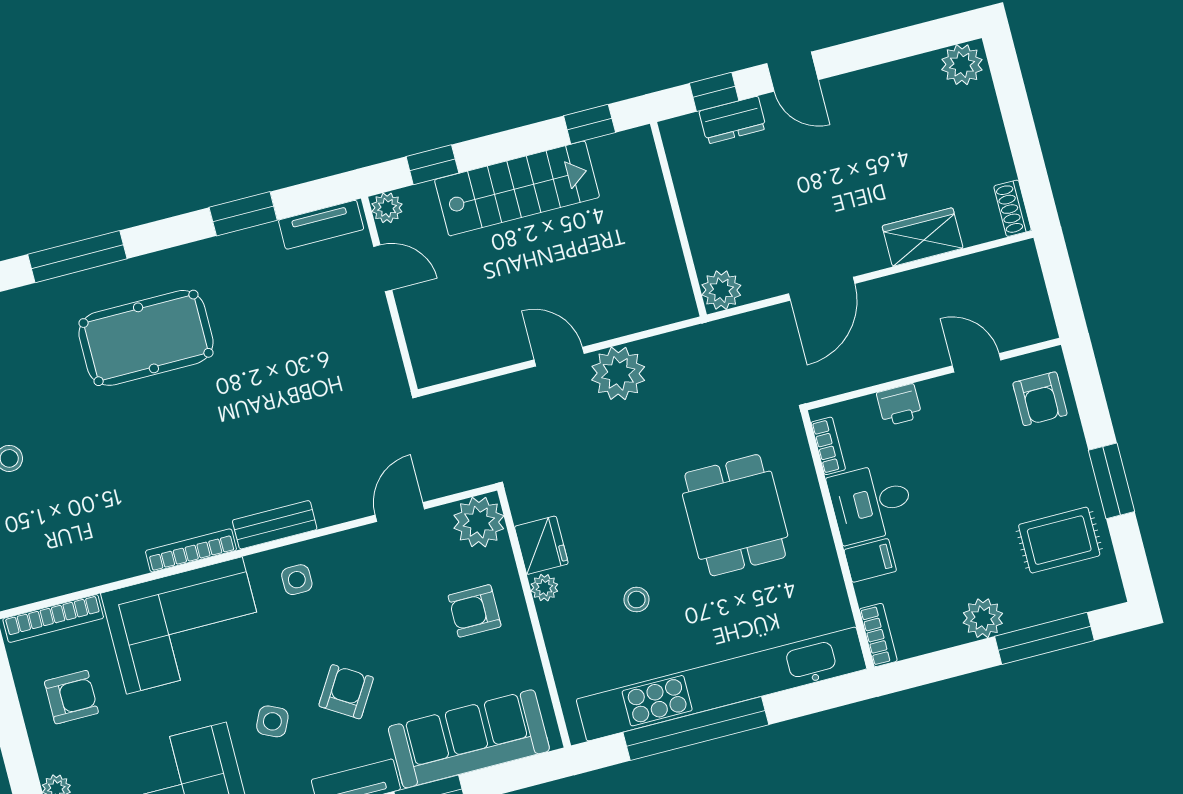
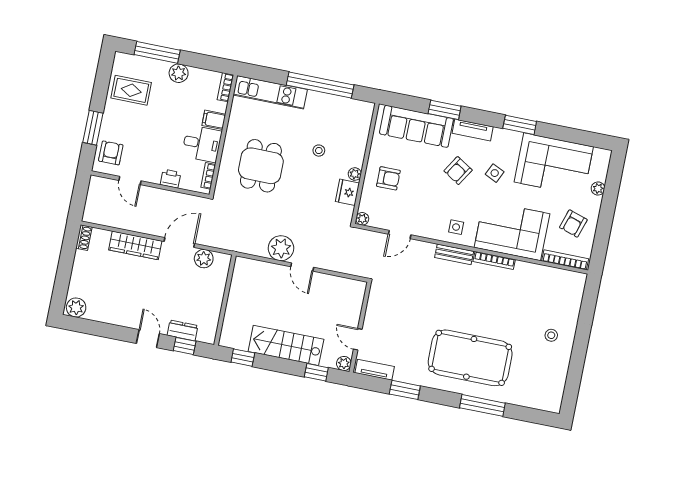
wardrobe: (923, 237) -> (135, 245), width x1.50
plant: (721, 290) -> (204, 259), moved
pool table: (146, 338) -> (470, 358), width x1.36, depth x1.32
window: (1111, 481) -> (93, 128), moved
plant: (479, 522) -> (362, 219), width x0.53, depth x0.53
kitchen unit: (722, 684) -> (270, 92), width x0.54
armchair: (71, 697) -> (573, 223), turned -72

